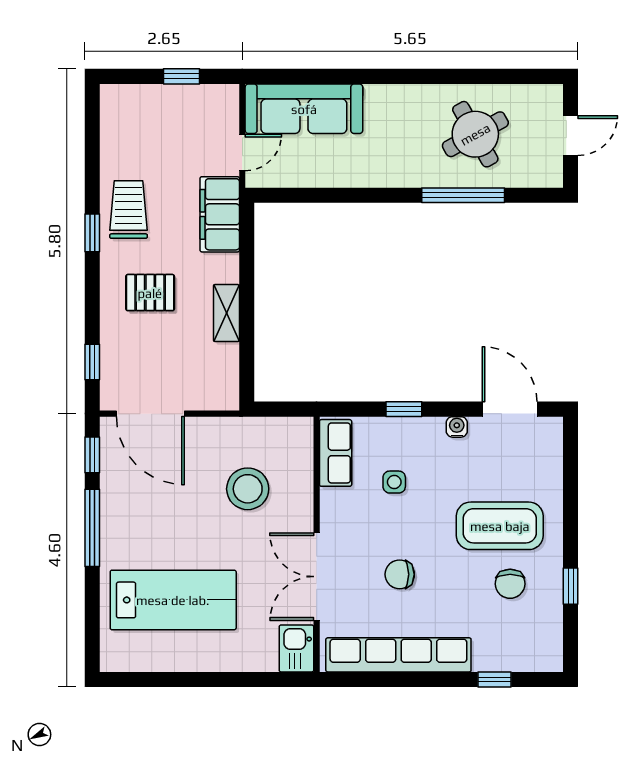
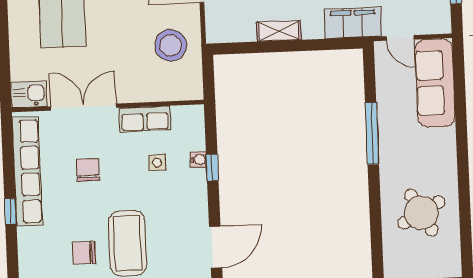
window: (463, 195) -> (372, 134), moved
water cooler: (457, 427) -> (198, 159), moved
row of seats: (336, 453) -> (145, 119), moved
stool: (248, 489) -> (171, 45), moved
window: (494, 679) -> (10, 211), moved

